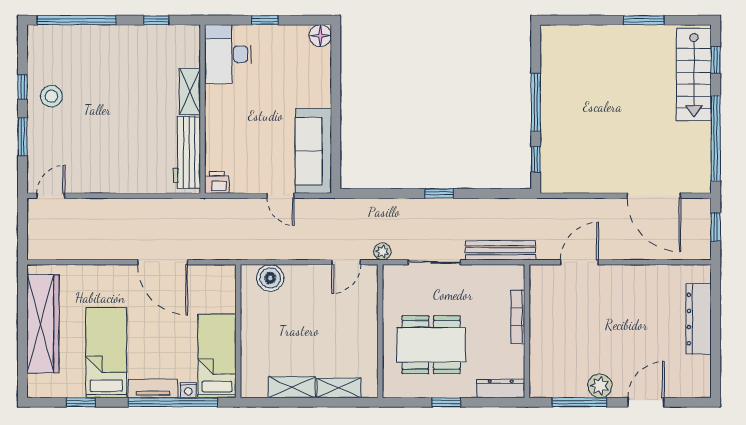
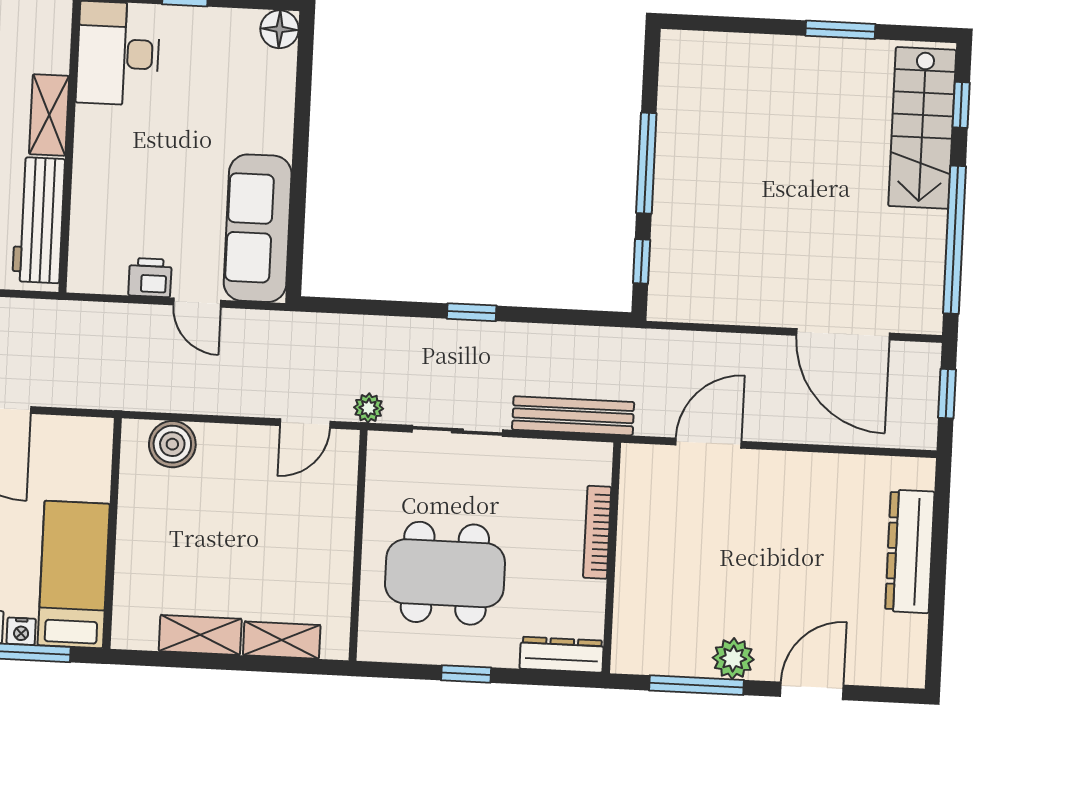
printer: (217, 182) -> (150, 277), moved

